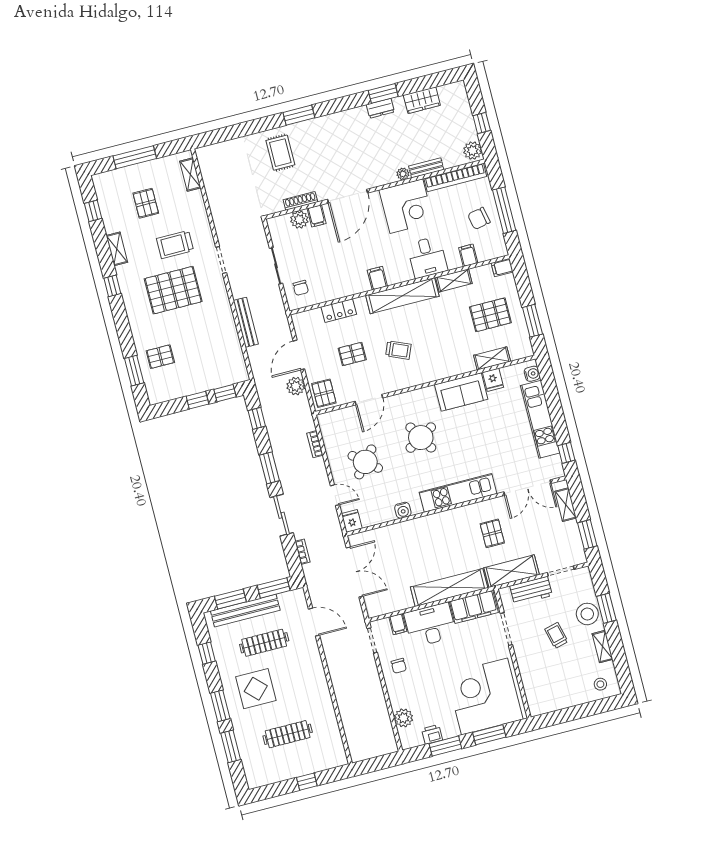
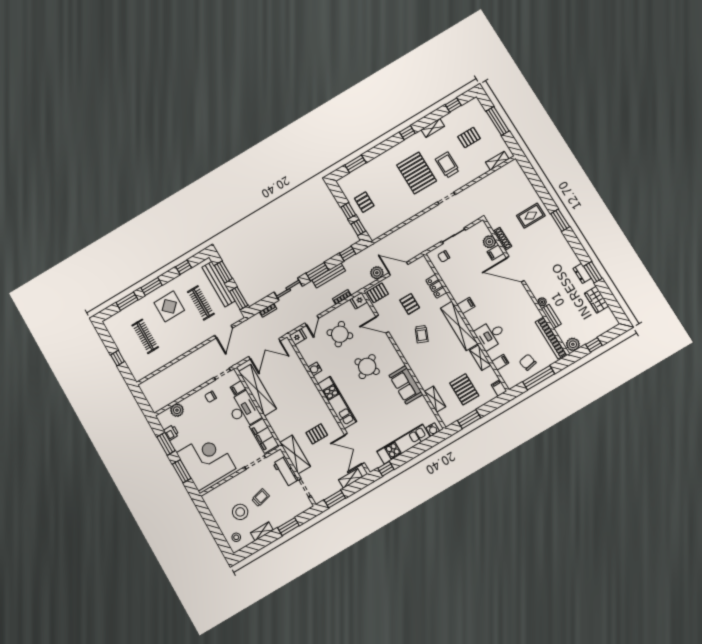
corner desk: (406, 206) -> (521, 311), removed
bench: (246, 322) -> (329, 275), moved
pallet: (160, 357) -> (364, 202), moved
fridge: (493, 380) -> (359, 301), moved
shelving: (449, 587) -> (257, 390), moved
stool: (587, 614) -> (240, 512), moved

